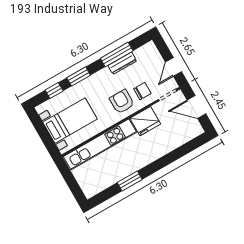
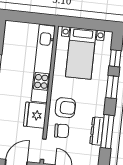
chair: (142, 91) -> (62, 131), turned -93

